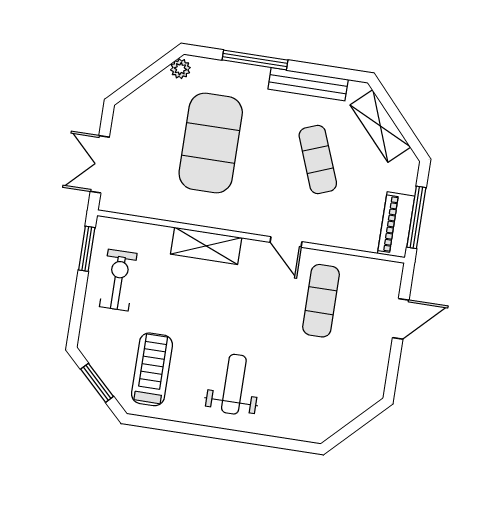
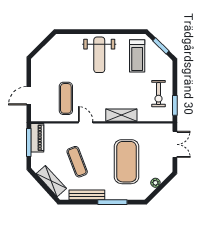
plant: (180, 69) -> (155, 183), moved
weight bench: (234, 384) -> (99, 55), width x1.36, depth x1.33

